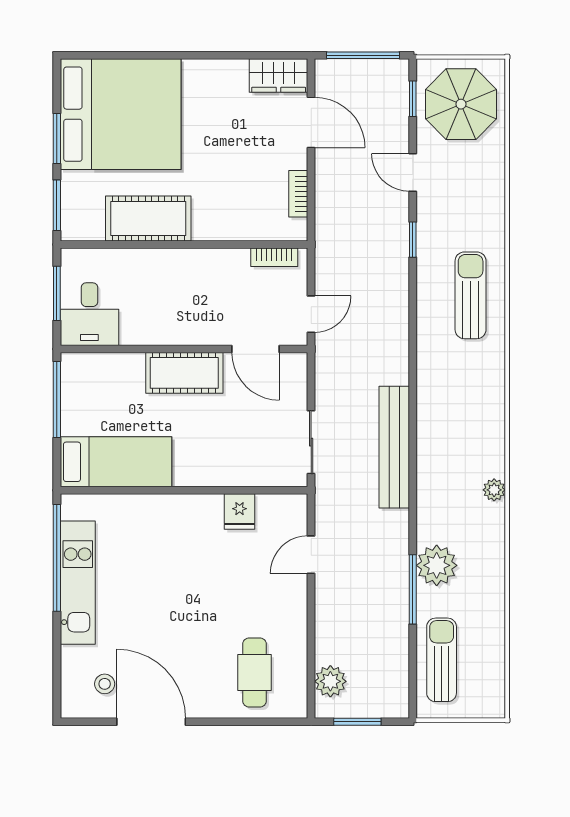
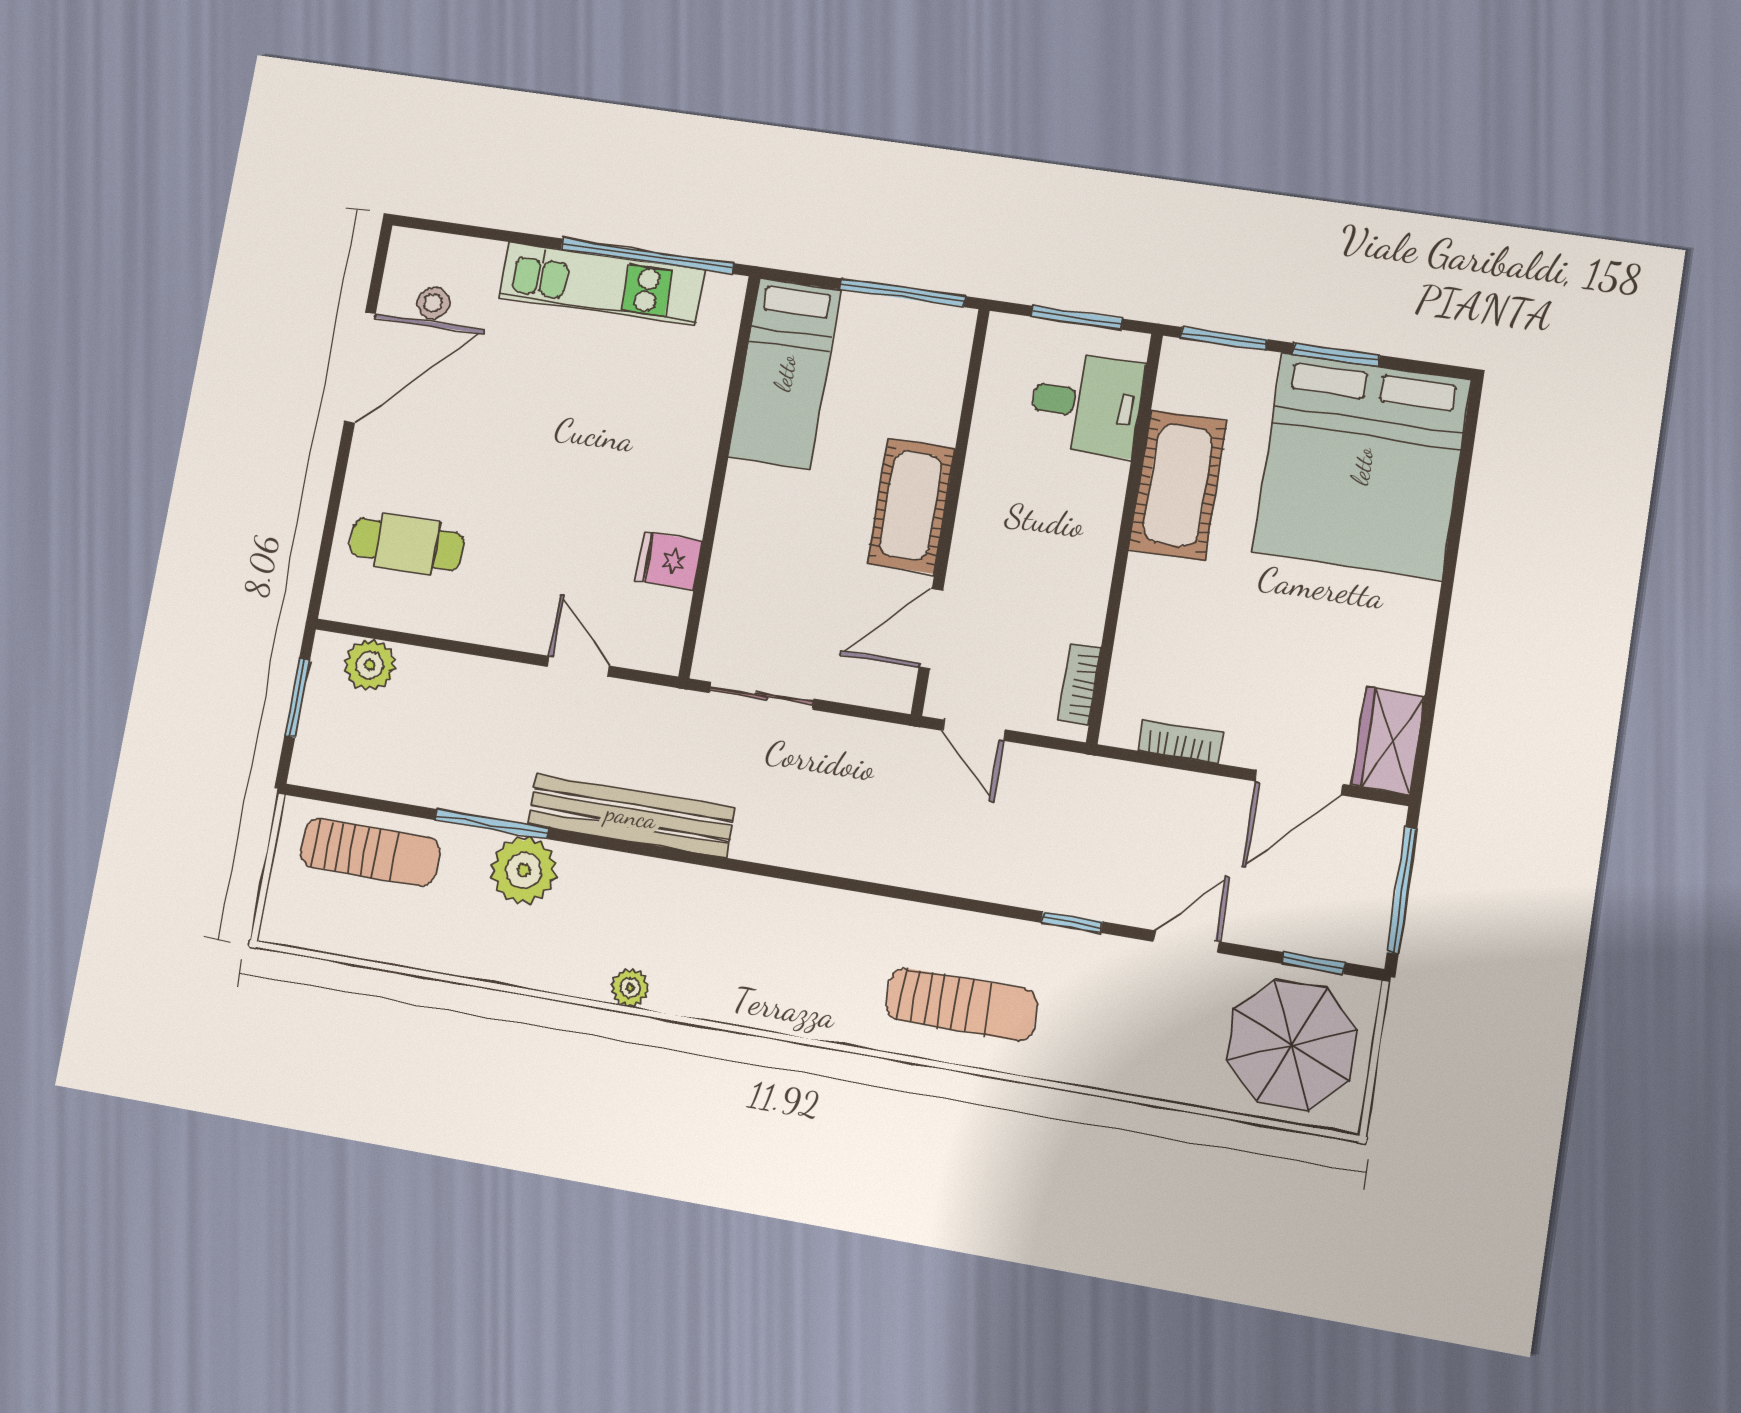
desk: (89, 314) -> (1087, 404), moved, turned 180
bench: (394, 447) -> (631, 816), moved

